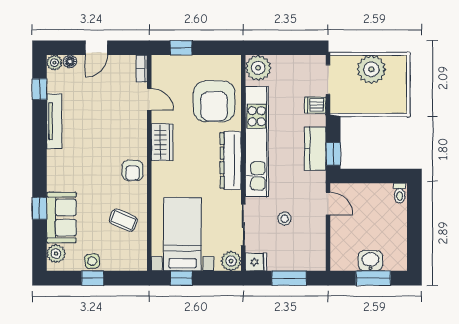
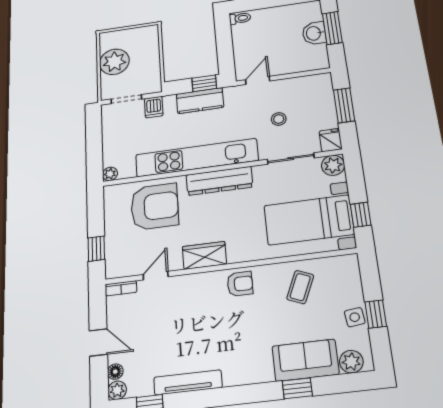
plant: (258, 68) -> (110, 174), width x0.53, depth x0.53

